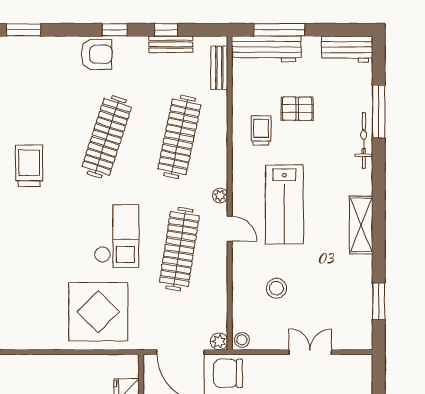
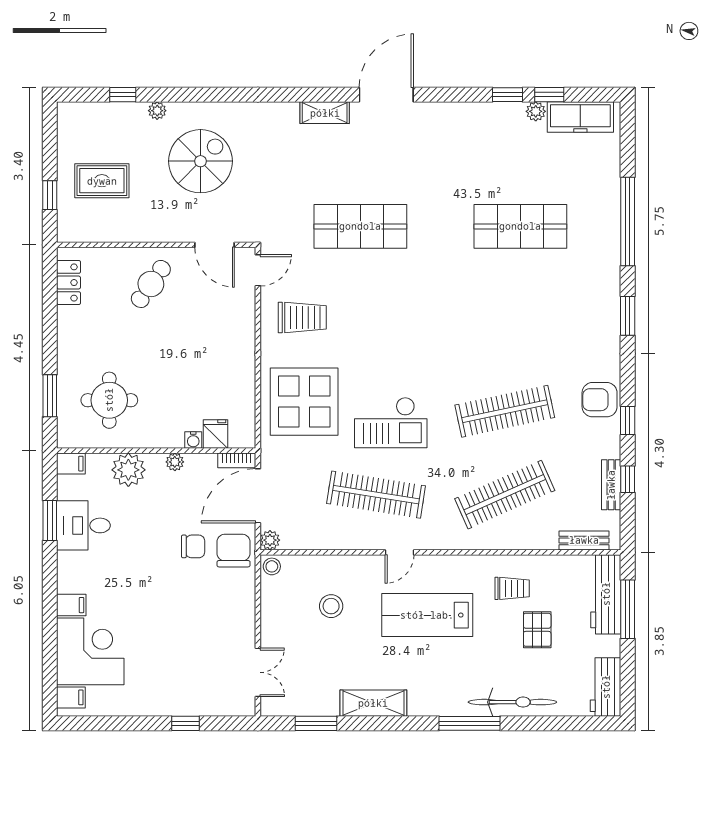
armchair: (97, 54) -> (600, 400), turned 90
window: (379, 111) -> (469, 723), moved
clothes rail: (107, 137) -> (505, 411), turned -30
clothes rail: (179, 137) -> (505, 495), turned -36
bicycle: (364, 141) -> (512, 702), width x1.37, depth x1.40
trolley: (29, 166) -> (302, 317), moved
plant: (220, 196) -> (437, 541), removed
shelving: (361, 225) -> (373, 703), moved
double door: (310, 352) -> (258, 672), moved
bookcase: (150, 370) -> (237, 460), added

